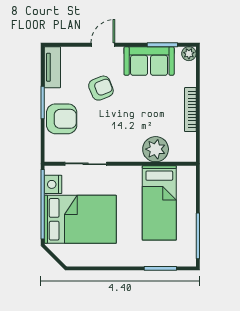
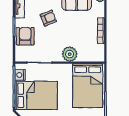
armchair: (62, 119) -> (25, 36), turned -90
plant: (156, 149) -> (70, 54), moved
bed: (159, 203) -> (88, 86), width x1.50

